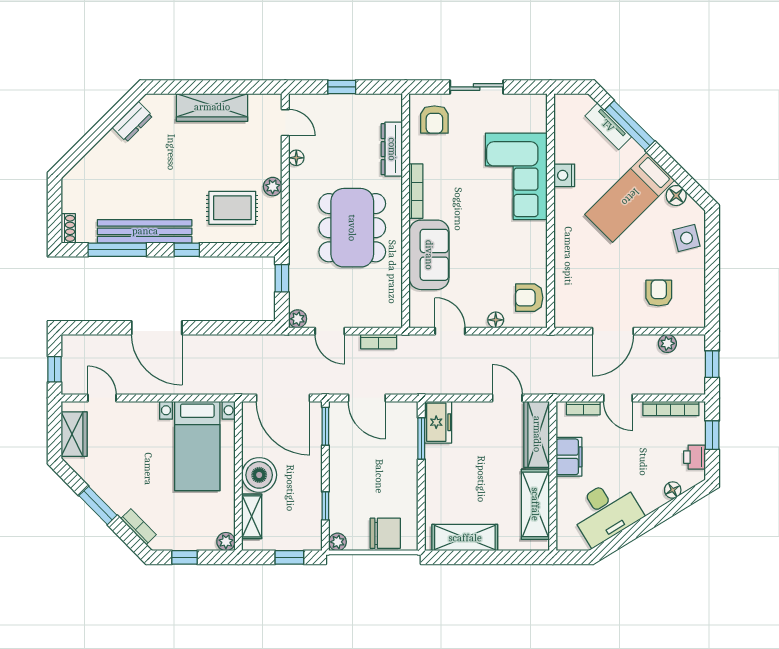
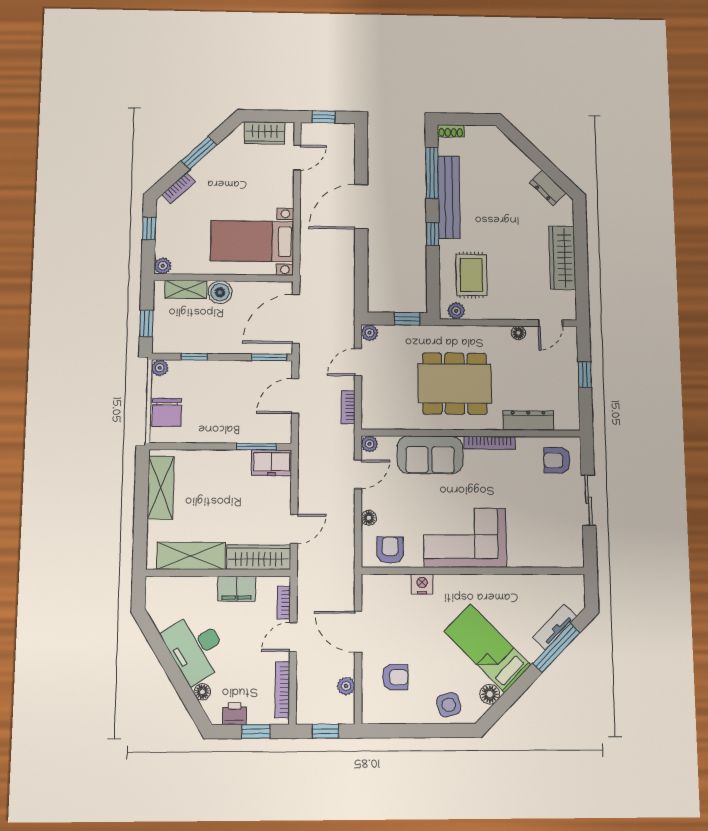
nightstand: (564, 175) -> (422, 584), moved
corner sofa: (516, 176) -> (465, 538), moved
plant: (273, 187) -> (456, 311), moved
plant: (418, 319) -> (369, 444), added
boiler: (259, 475) -> (220, 292), width x0.73, depth x0.73
desk: (606, 512) -> (196, 648), moved

